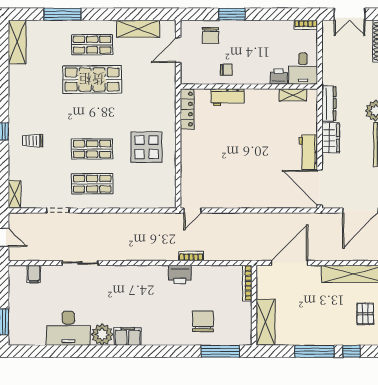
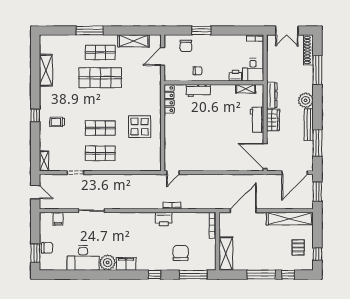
window: (62, 14) -> (90, 30), moved
shelving: (17, 42) -> (46, 70), moved
workbench: (308, 152) -> (257, 120), moved
chair: (19, 314) -> (47, 248), added
window: (167, 351) -> (155, 275), added

